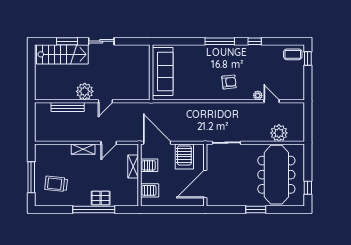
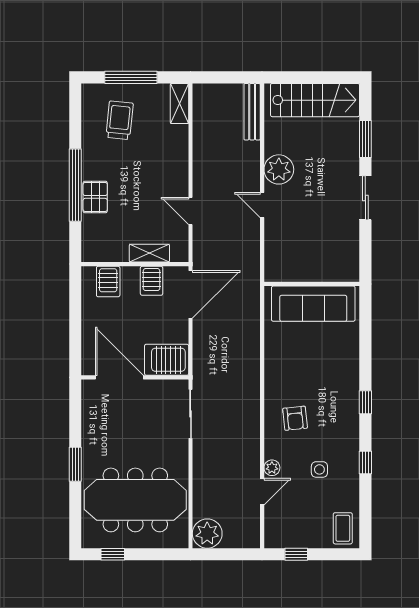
window: (220, 41) -> (365, 402), width x0.46
stairs: (62, 54) -> (315, 100), moved, turned -90
window: (308, 58) -> (296, 554), moved
side table: (259, 68) -> (319, 469), added
bench: (68, 107) -> (252, 112), moved
plant: (279, 133) -> (207, 534), moved
shelving: (83, 149) -> (179, 103), moved
server rack: (184, 157) -> (167, 360), moved

